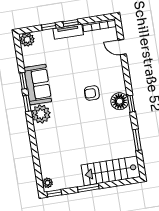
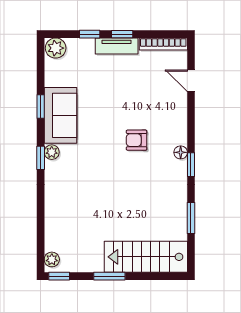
floor lamp: (120, 101) -> (181, 152), width x0.53, depth x0.53
window: (27, 103) -> (41, 158), moved
plant: (41, 114) -> (52, 152), width x0.53, depth x0.53

